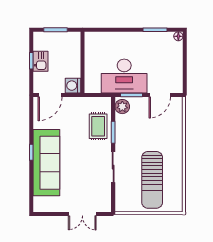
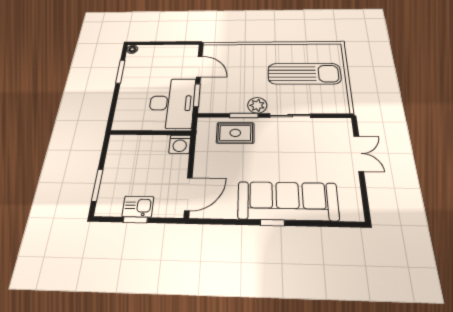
wall: (82, 62) -> (150, 133), moved
washing machine: (73, 86) -> (180, 144), moved
door: (50, 95) -> (188, 194), hinge flipped
plant: (122, 107) -> (257, 105), moved

